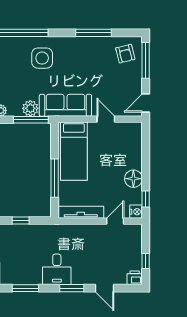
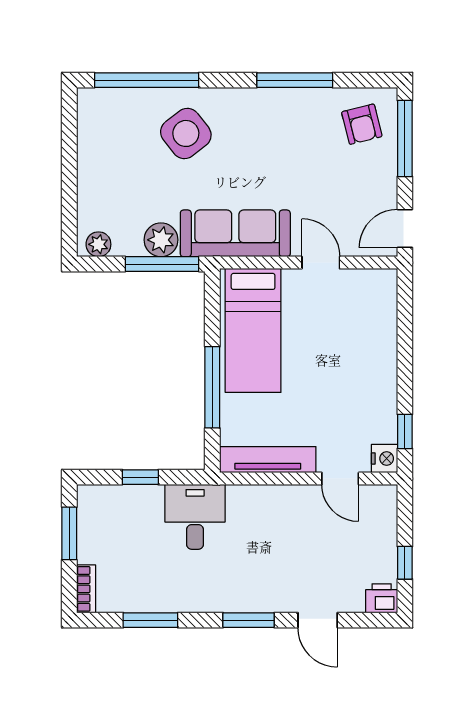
side table: (42, 58) -> (186, 133), turned -38
floor lamp: (133, 179) -> (379, 389), removed
door: (115, 221) -> (340, 479), swing flipped
desk: (57, 269) -> (195, 517), moved, turned 180

